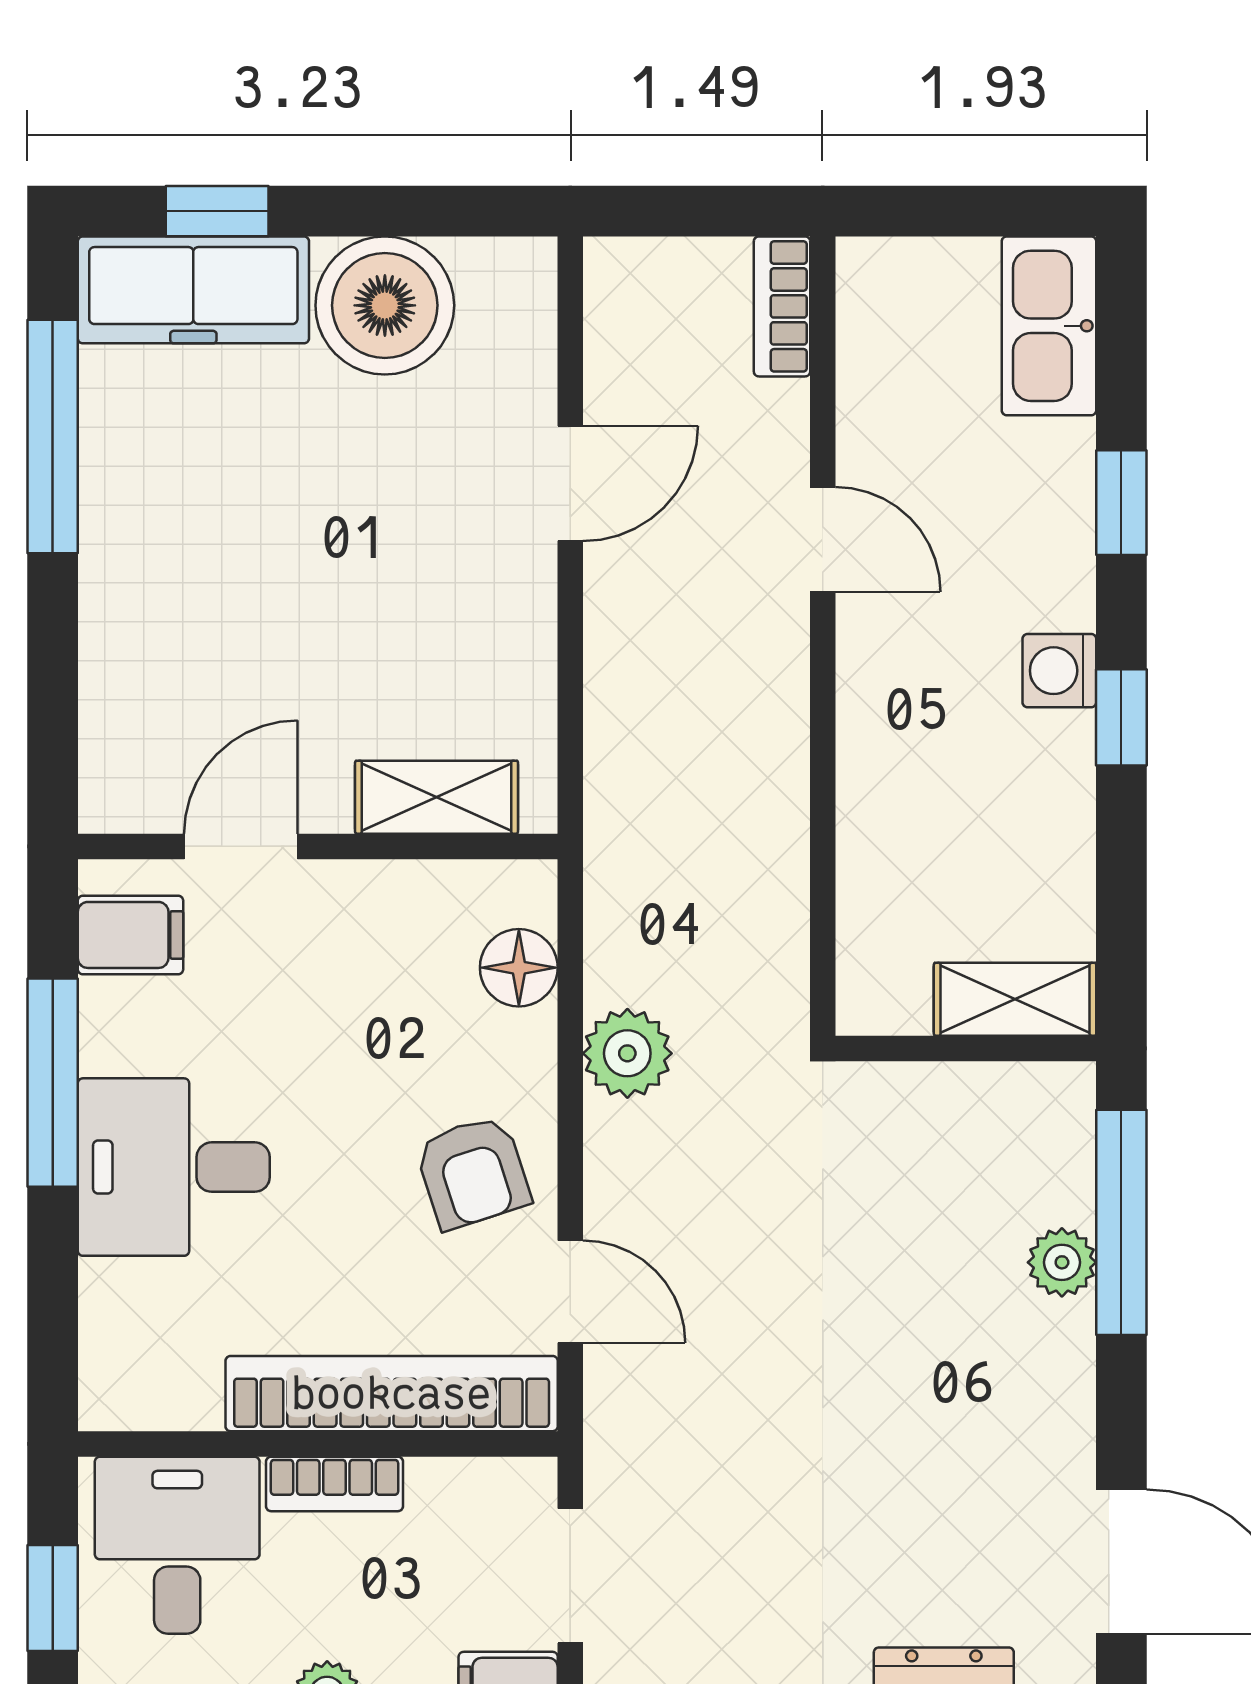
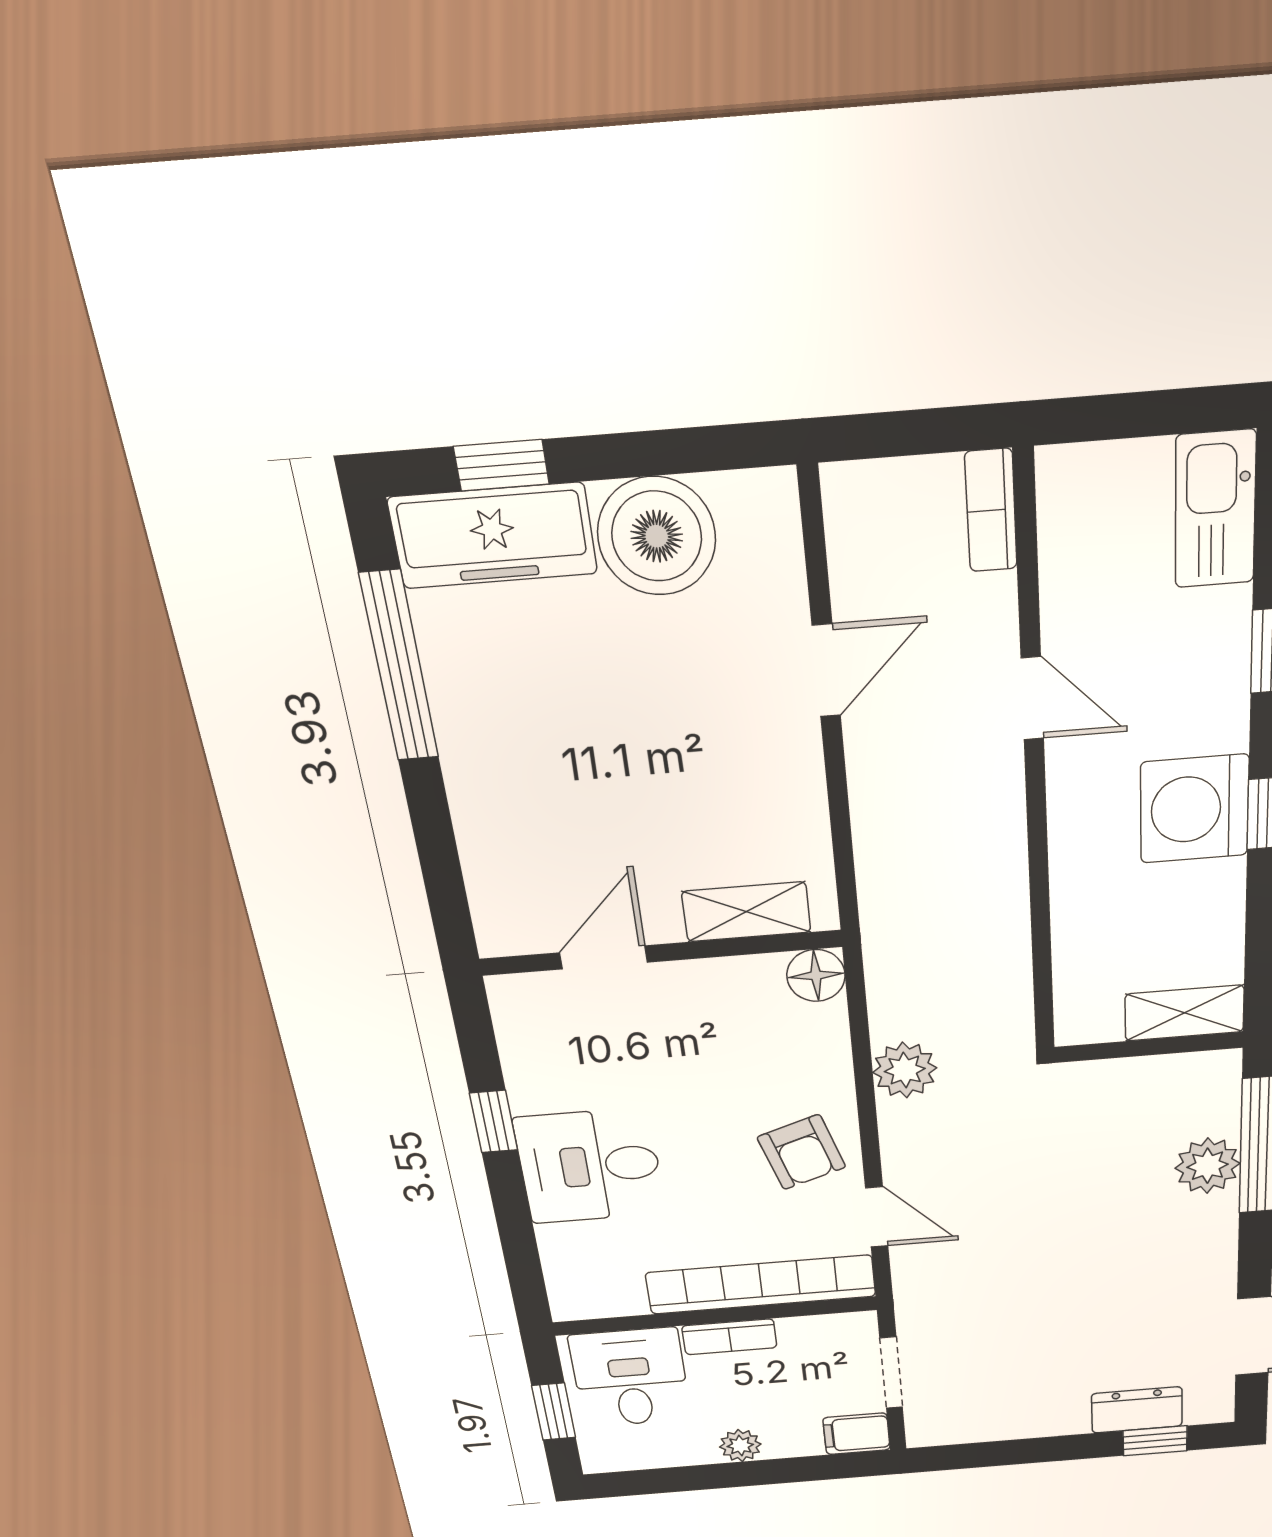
washing machine: (1059, 671) -> (1195, 809), width x1.89, depth x1.89
filing cabinet: (130, 935) -> (532, 1023), removed
floor lamp: (519, 968) -> (816, 975), moved
window: (53, 1083) -> (494, 1122), width x0.46
plant: (1062, 1262) -> (1207, 1166), width x1.38, depth x1.38

